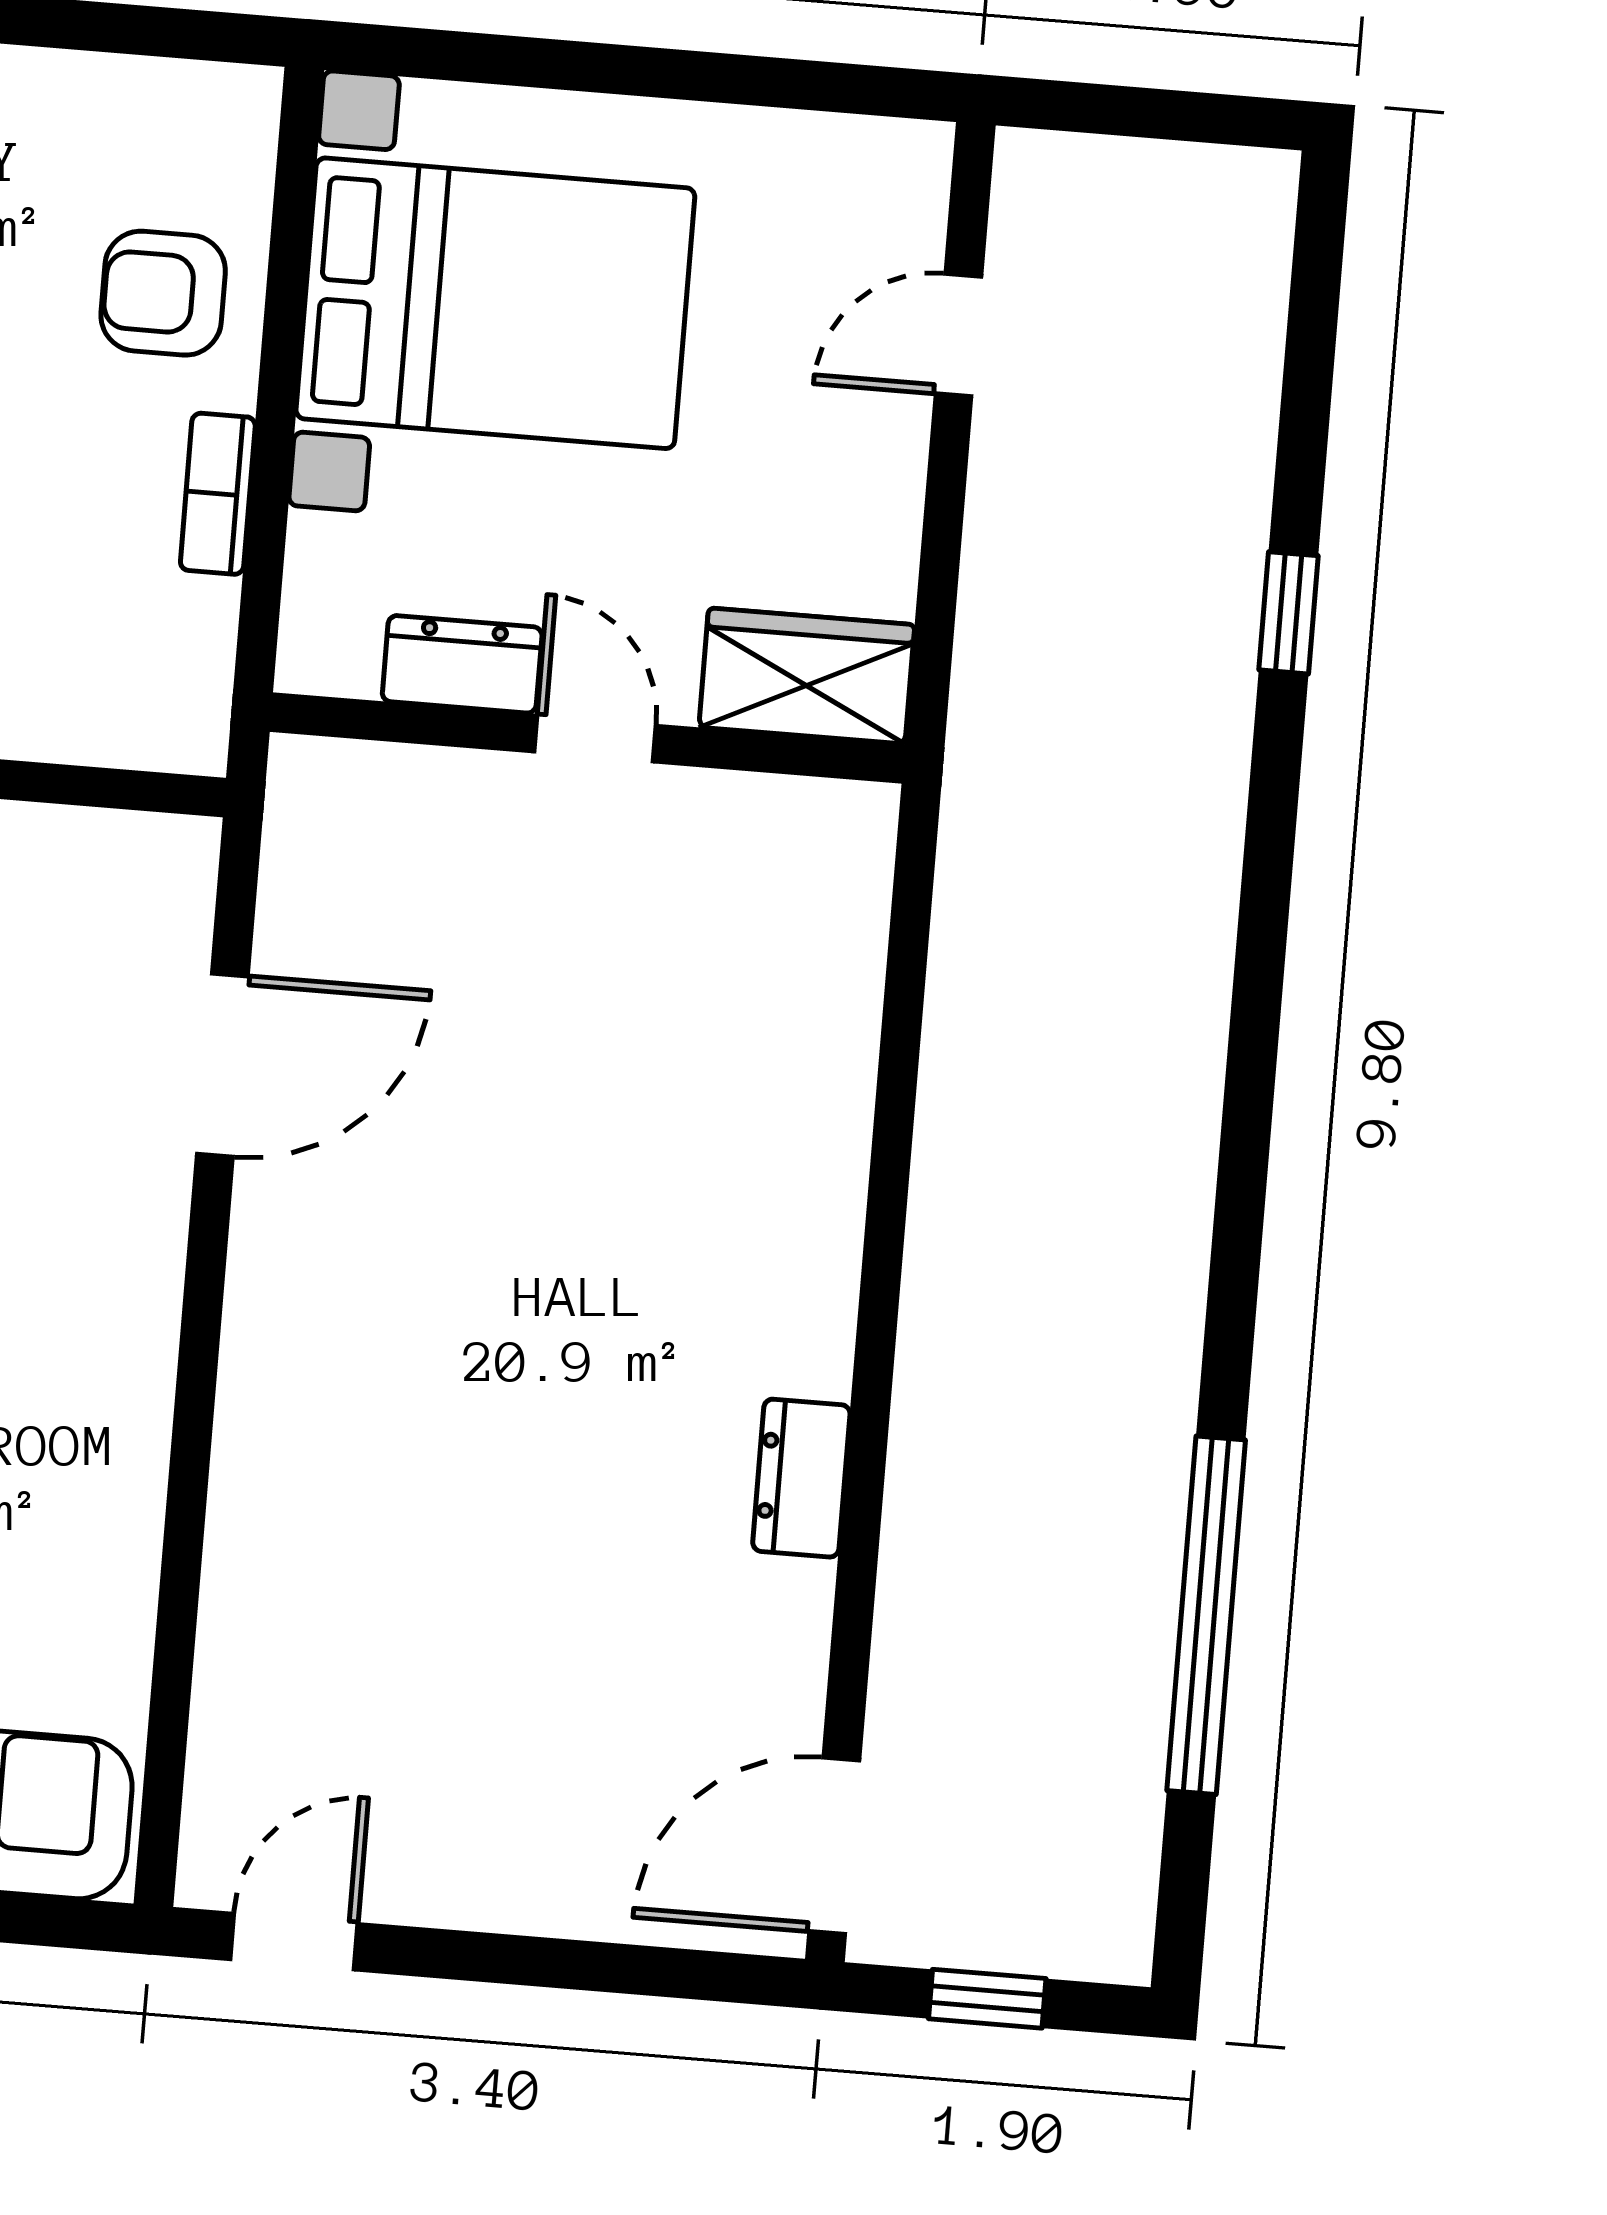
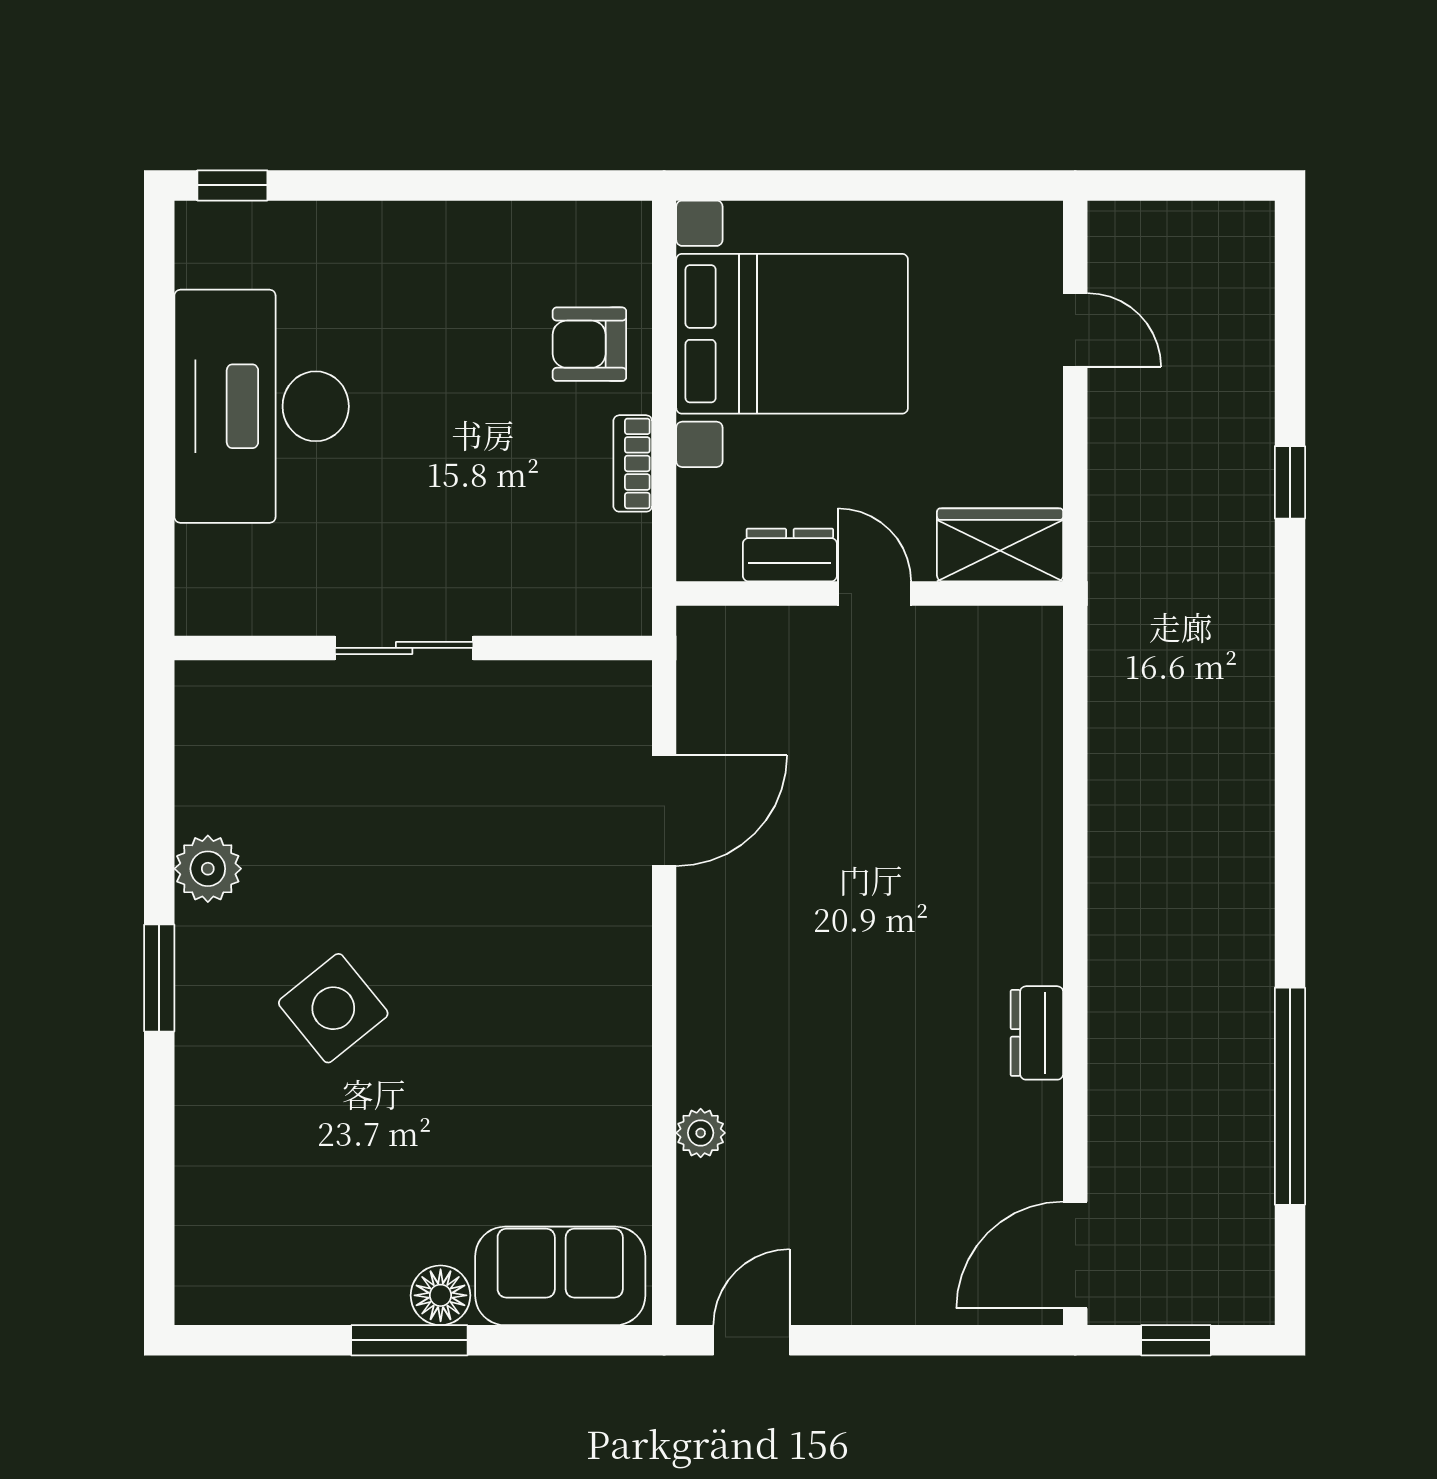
door: (958, 335) -> (1075, 330), swing flipped
plant: (239, 1596) -> (701, 1133), added

